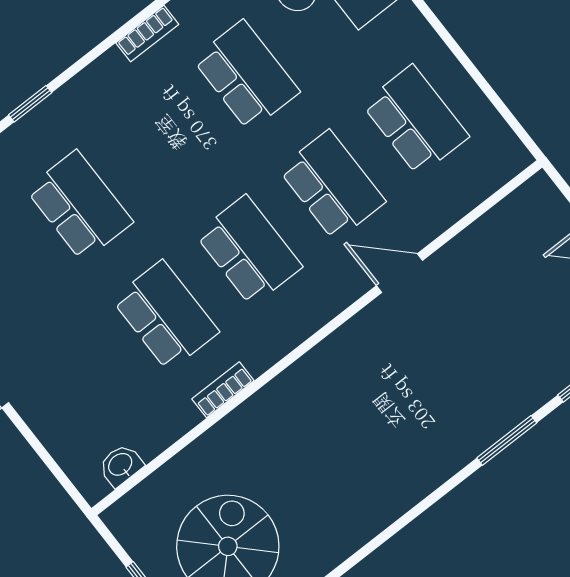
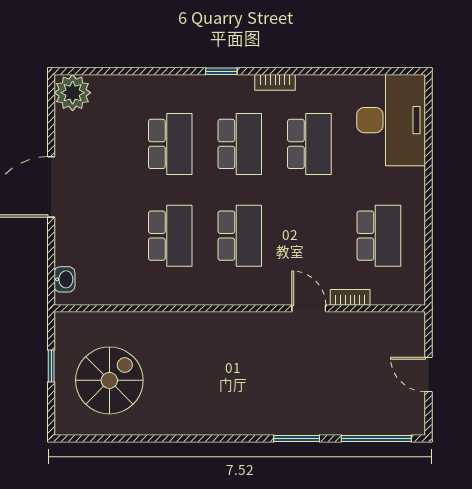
window: (30, 104) -> (221, 71), moved
school desk: (332, 185) -> (240, 144), moved
bookcase: (223, 390) -> (350, 297), moved
washbasin: (121, 465) -> (64, 279), moved, turned 90

